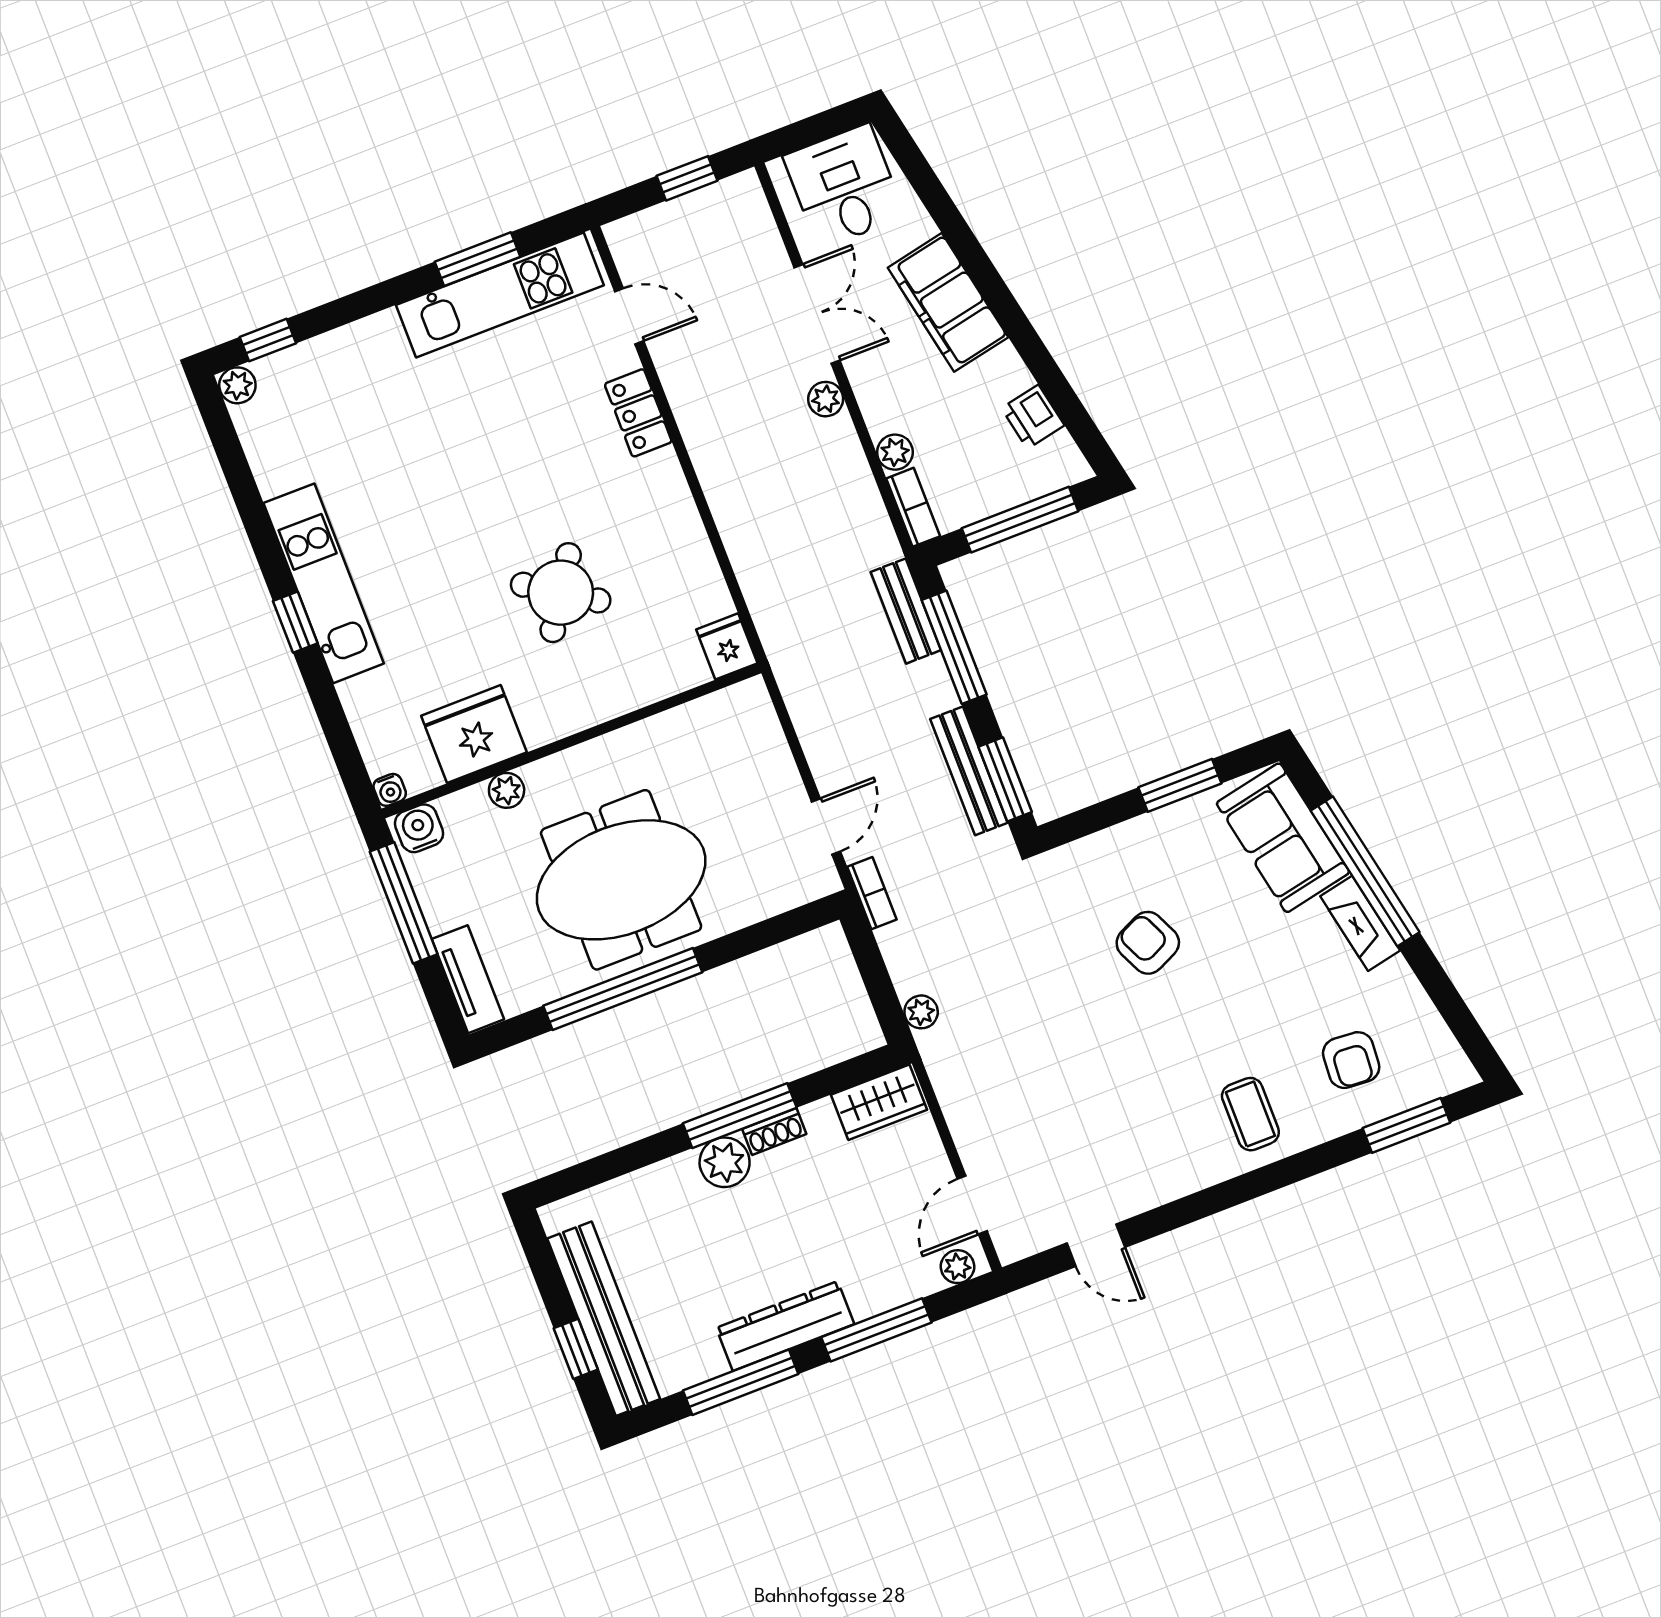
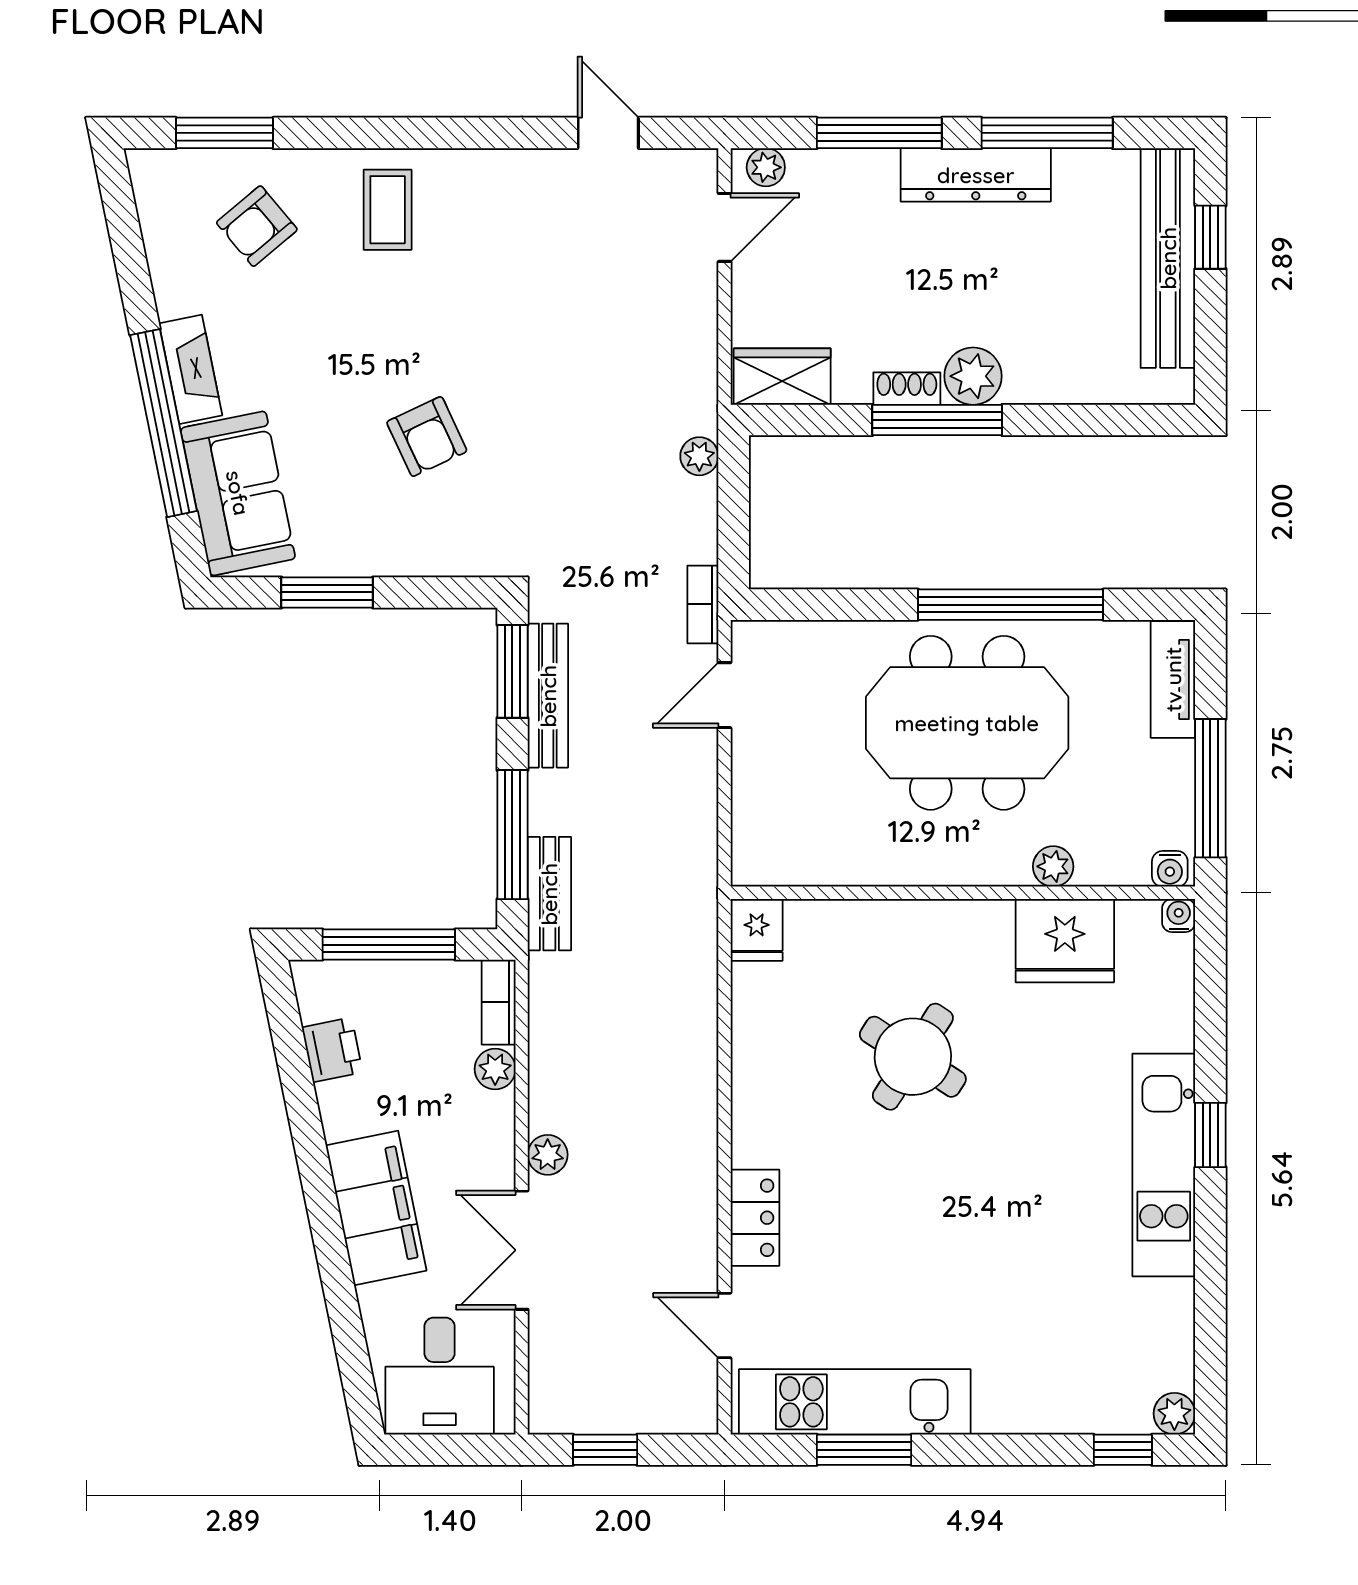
water cooler: (419, 828) -> (1170, 869), width x0.72, depth x0.72
armchair: (1351, 1060) -> (257, 226), turned -134

